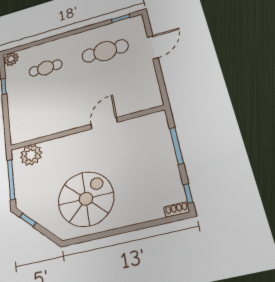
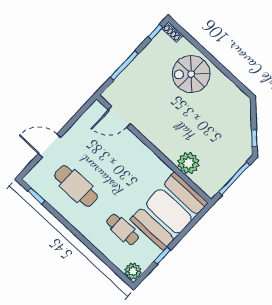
booth: (30, 111) -> (169, 211), added
door: (104, 123) -> (119, 117), moved
plant: (31, 155) -> (188, 163), moved
spiral stairs: (86, 199) -> (191, 74), moved, width x0.73, depth x0.73

